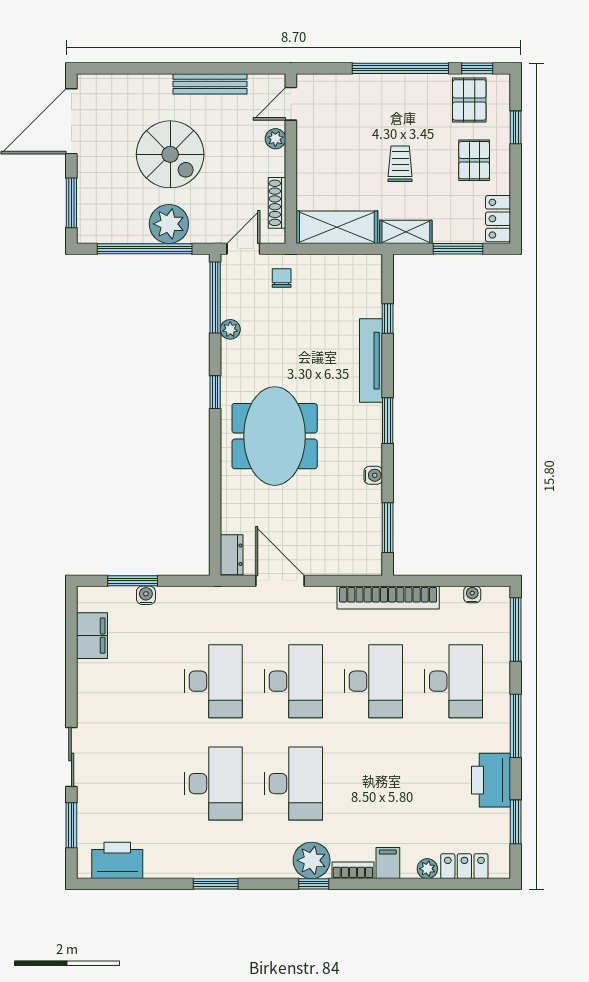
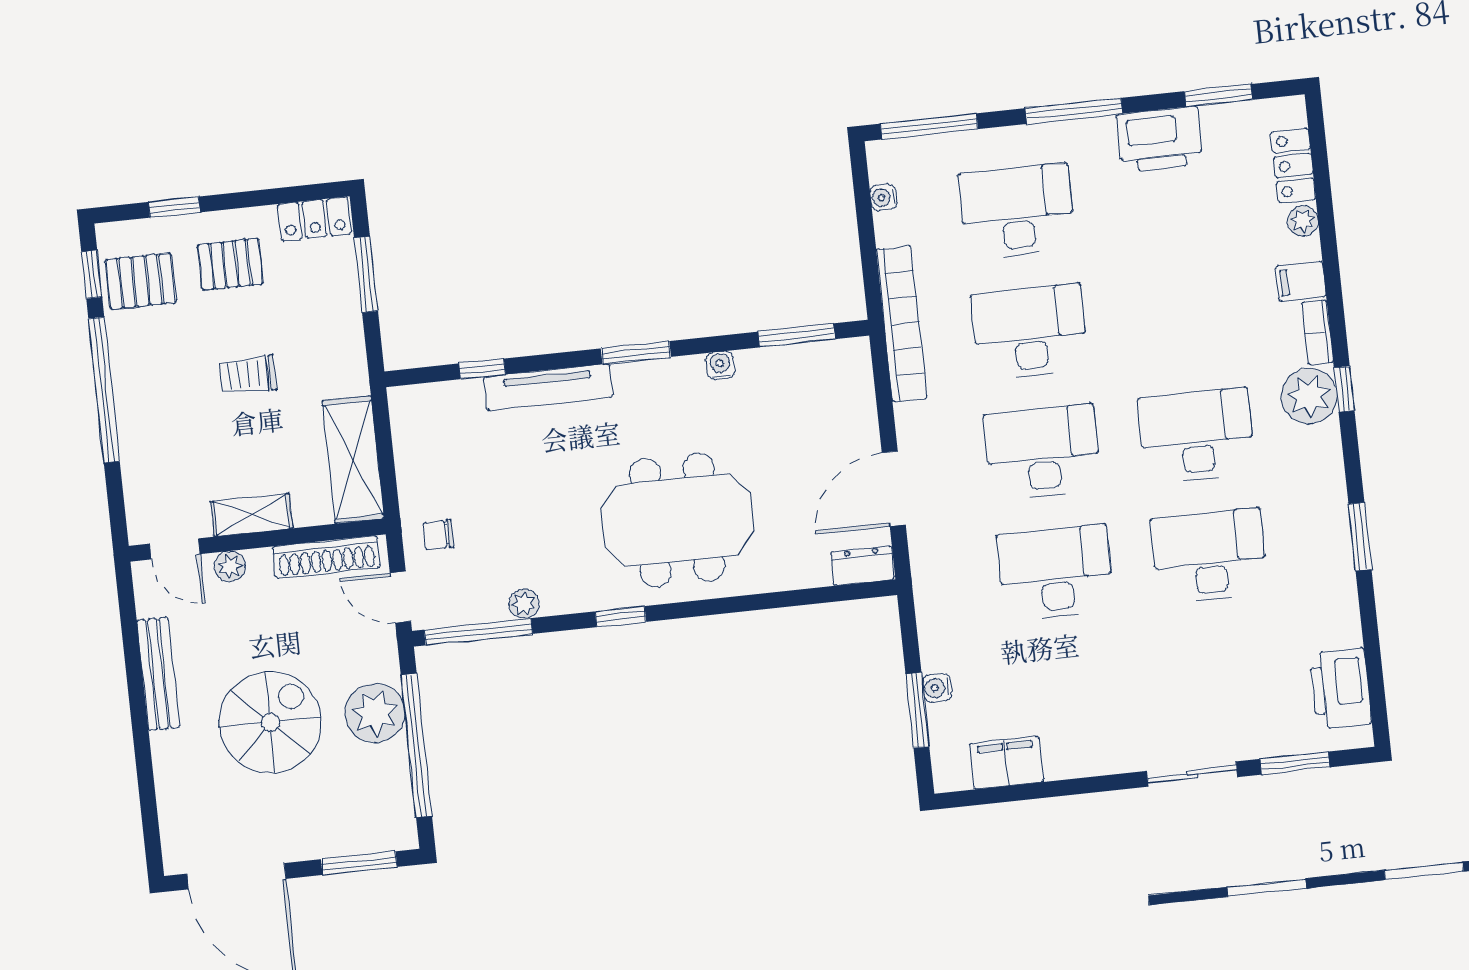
shoe rack: (277, 203) -> (326, 557), width x1.36, depth x1.24
shelving: (406, 232) -> (251, 515), moved, turned 90

